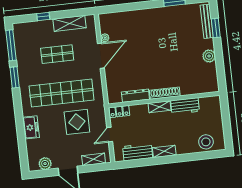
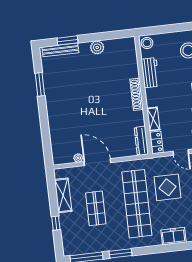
dresser: (135, 96) -> (141, 141), moved
stool: (213, 103) -> (147, 43), added
shelving: (159, 107) -> (153, 119), moved

